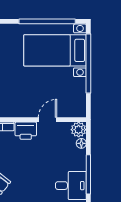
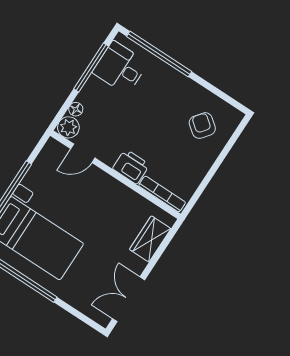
door: (48, 120) -> (83, 153), moved

